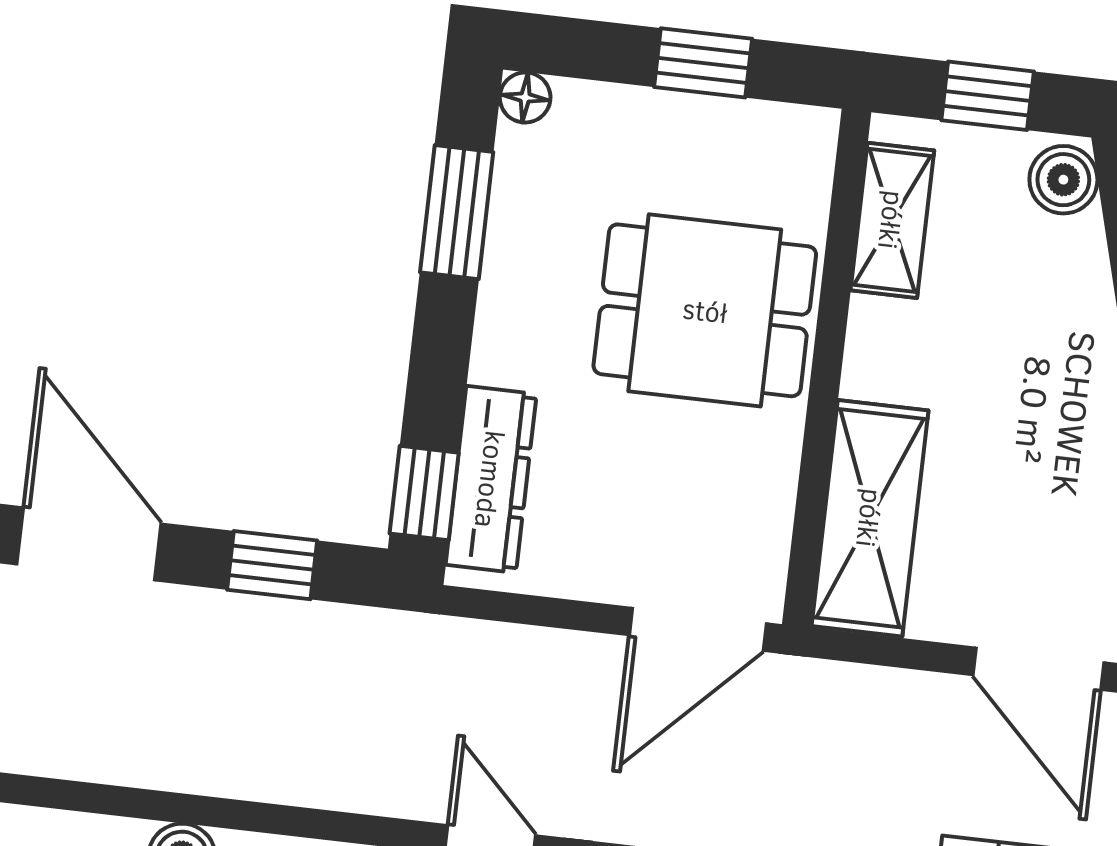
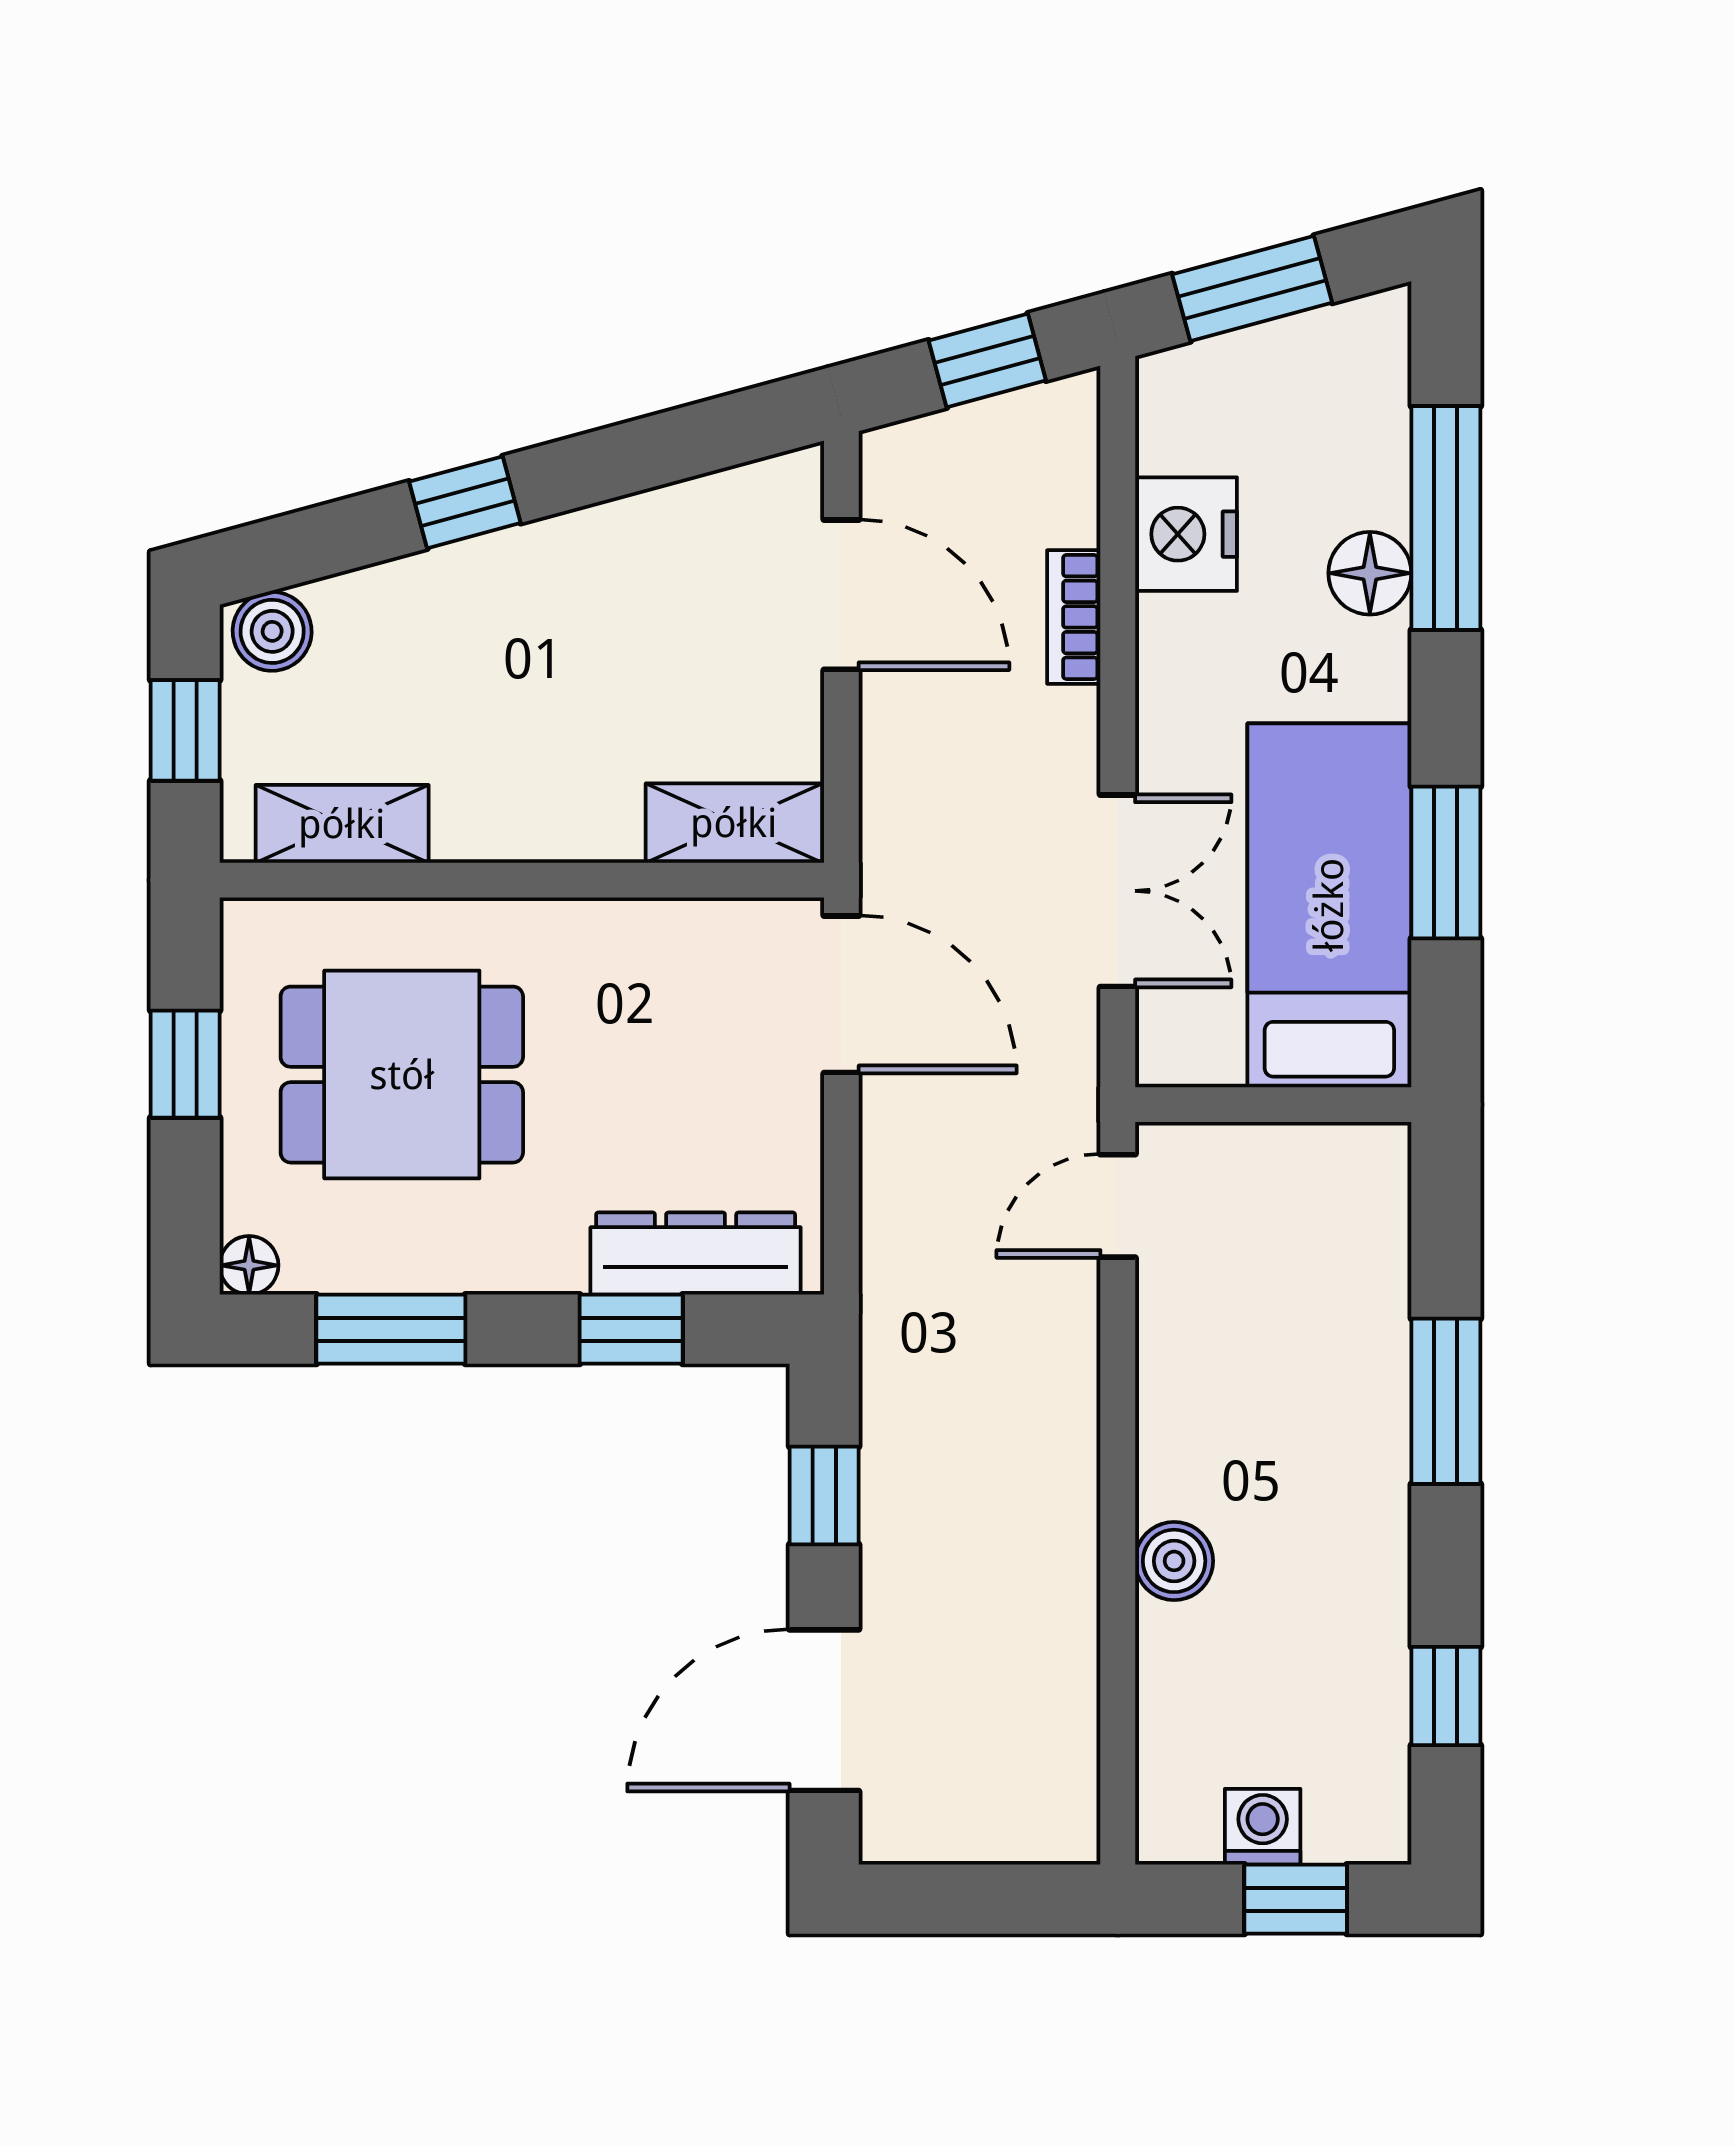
dining table: (705, 310) -> (402, 1075), moved, turned 90
window: (424, 493) -> (631, 1329), moved
shelving: (870, 518) -> (734, 823), width x0.67, depth x0.75
door: (1038, 669) -> (841, 595), hinge flipped

